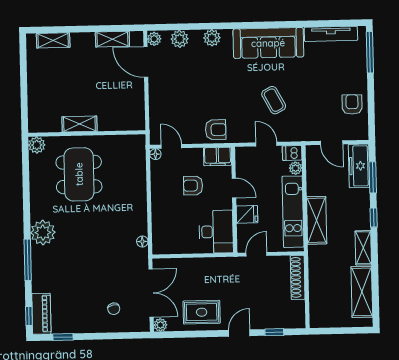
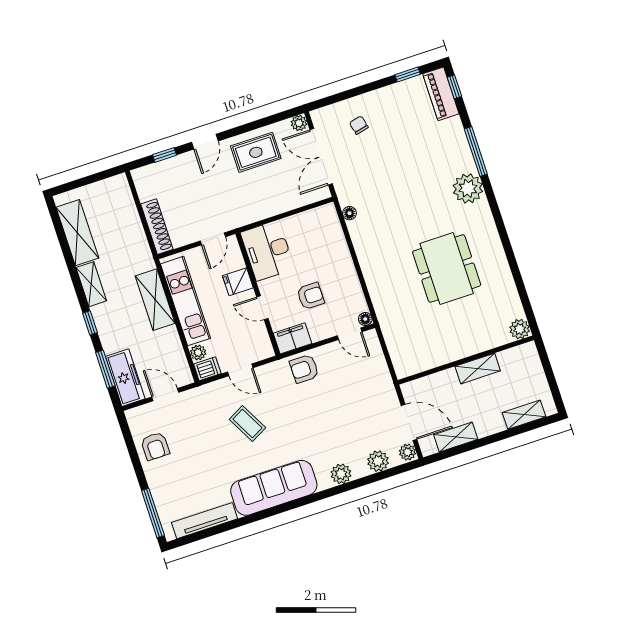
shelving: (79, 124) -> (478, 369), moved
wall: (87, 133) -> (466, 360), moved
plant: (37, 145) -> (520, 329), moved

